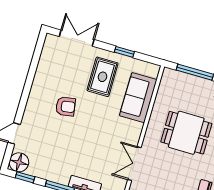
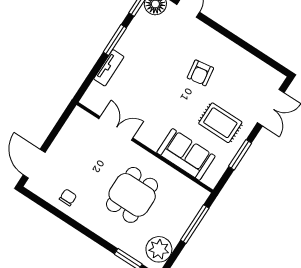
window: (124, 52) -> (240, 155), width x1.50

